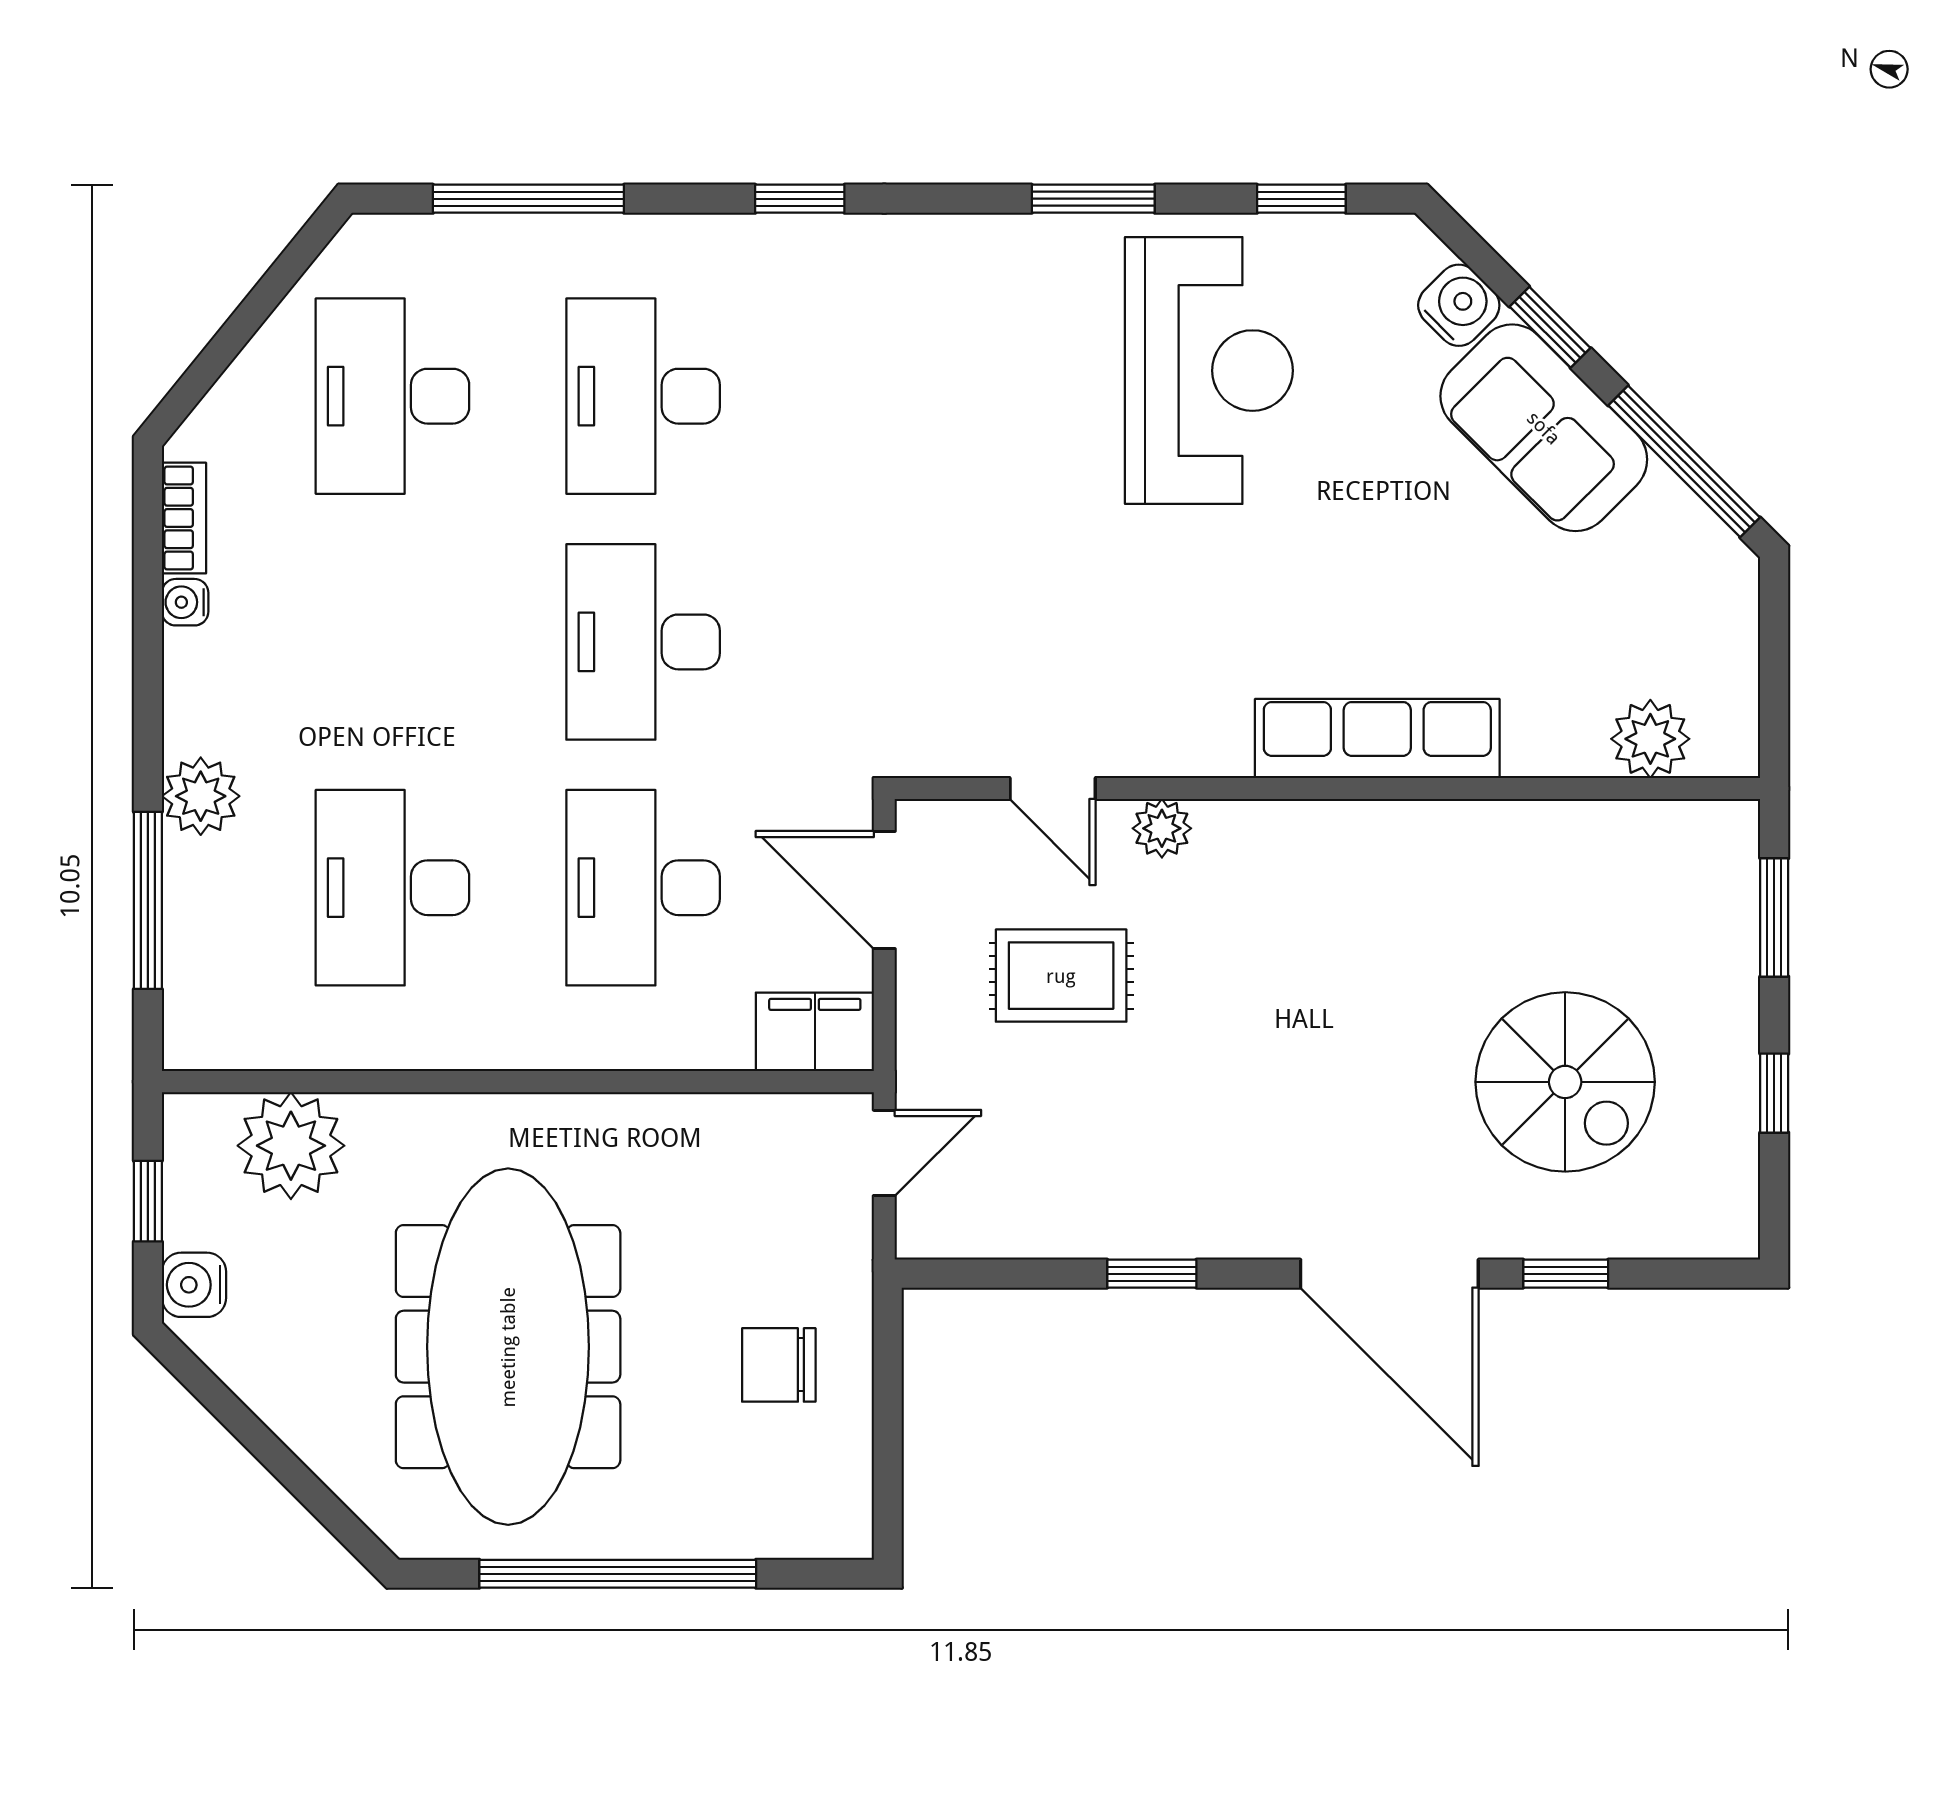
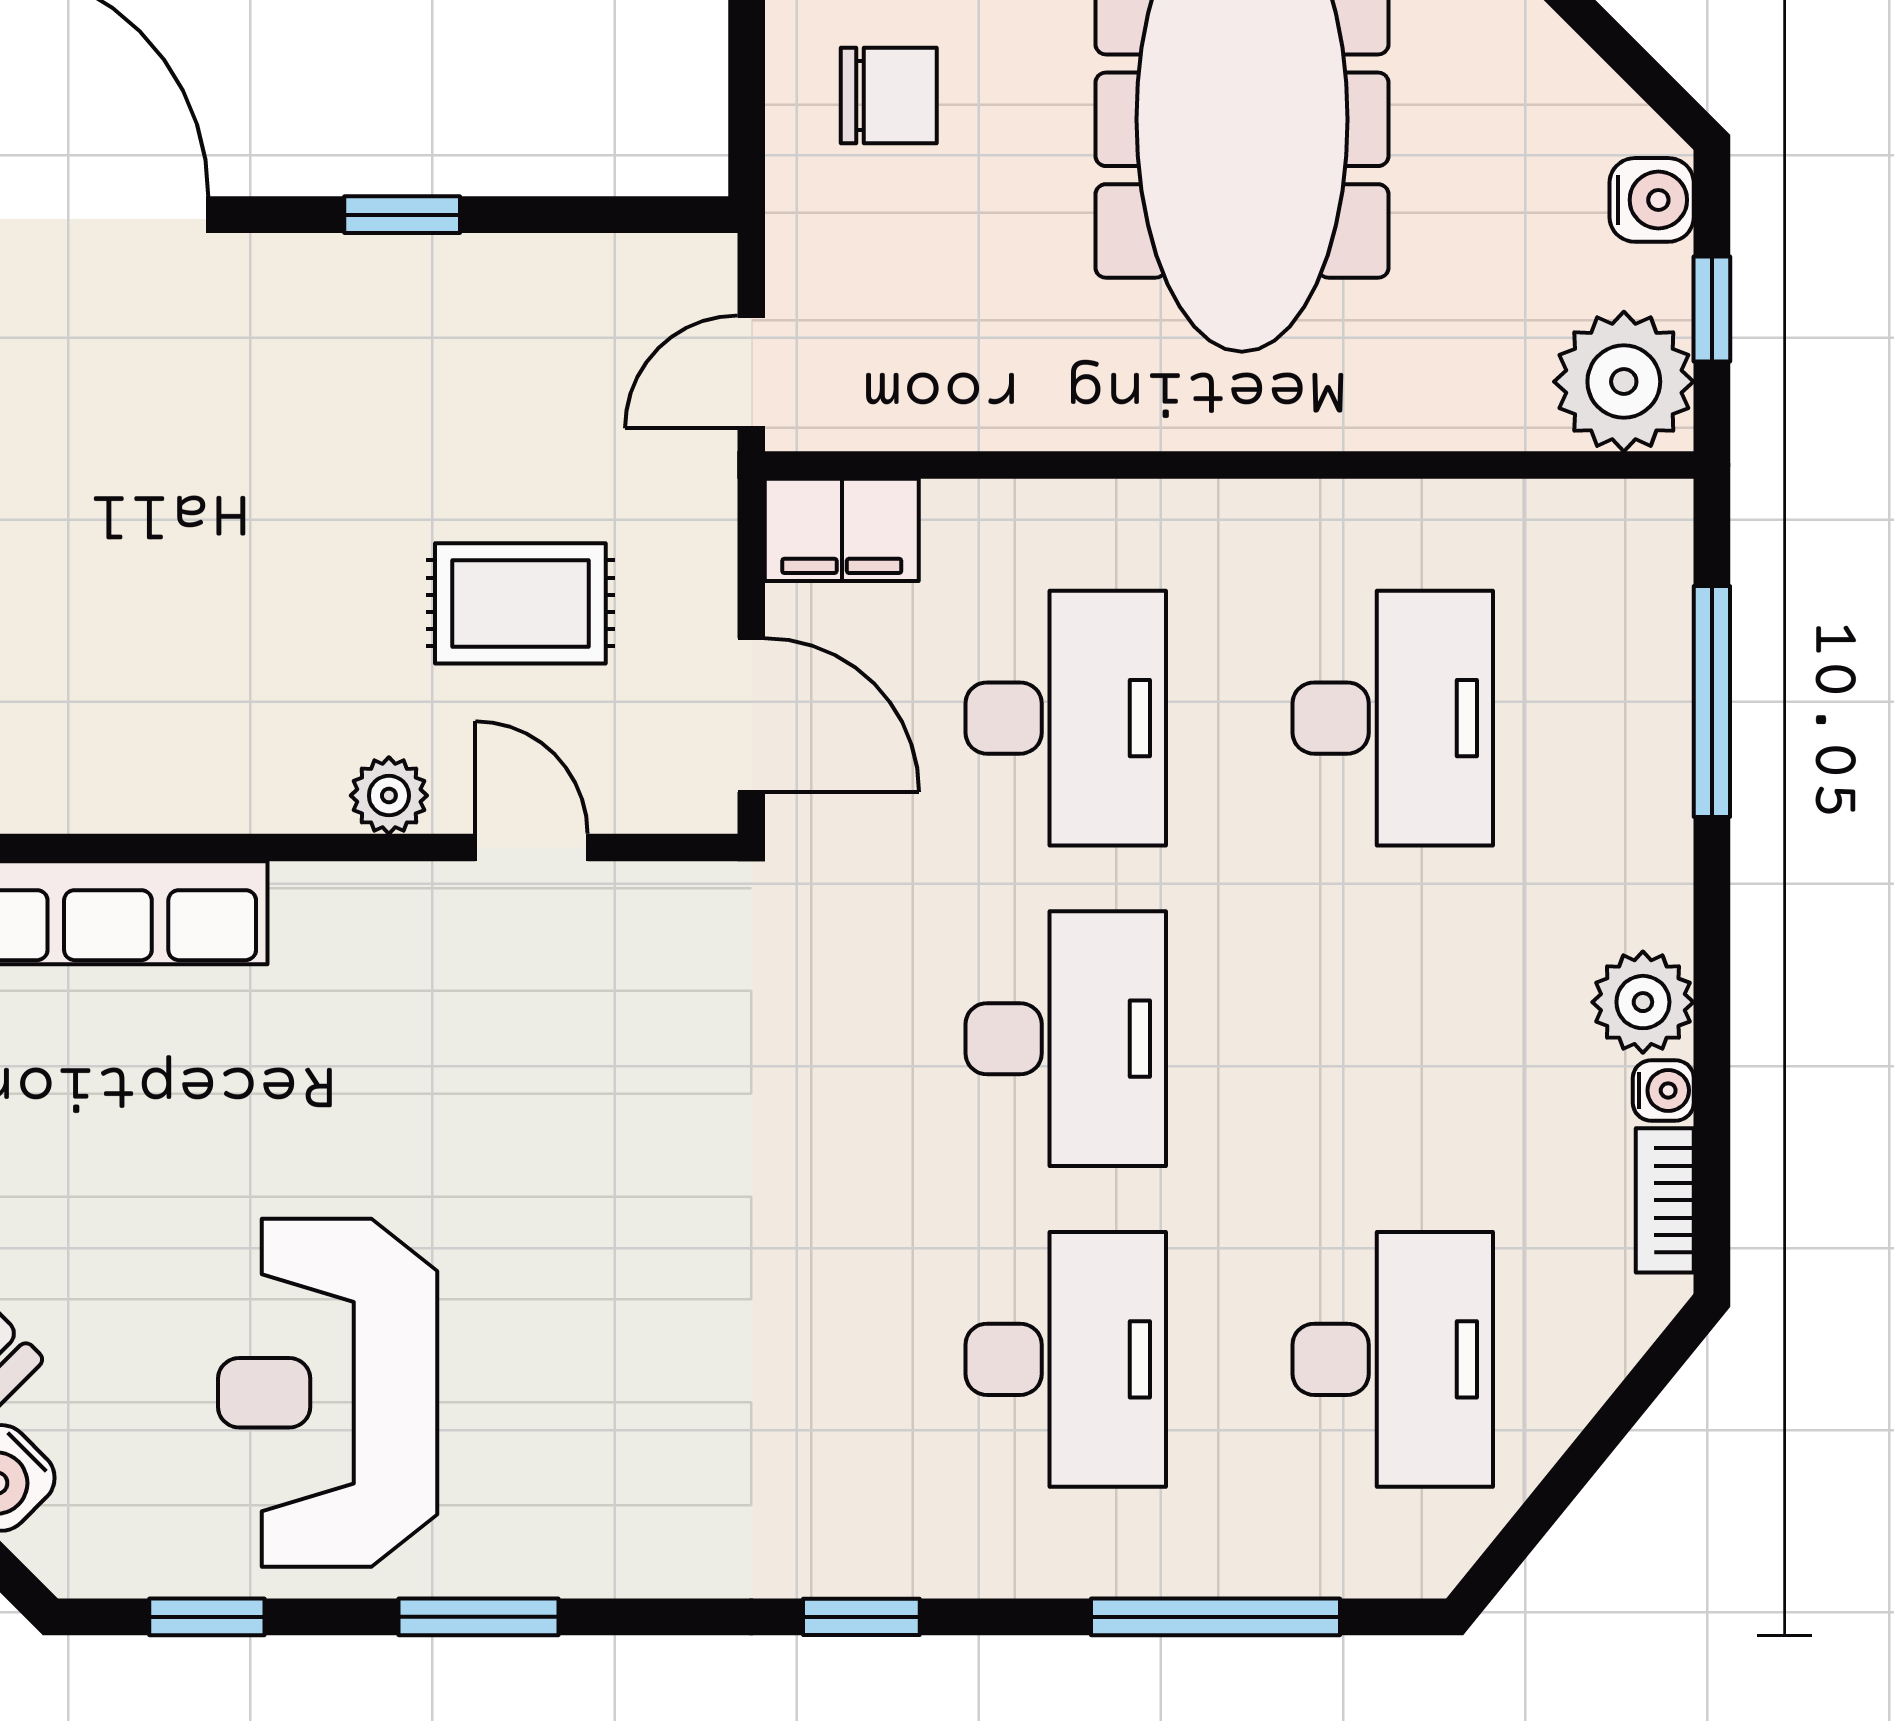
plant: (201, 796) -> (1643, 1002), moved
plant: (291, 1146) -> (1624, 382), moved

